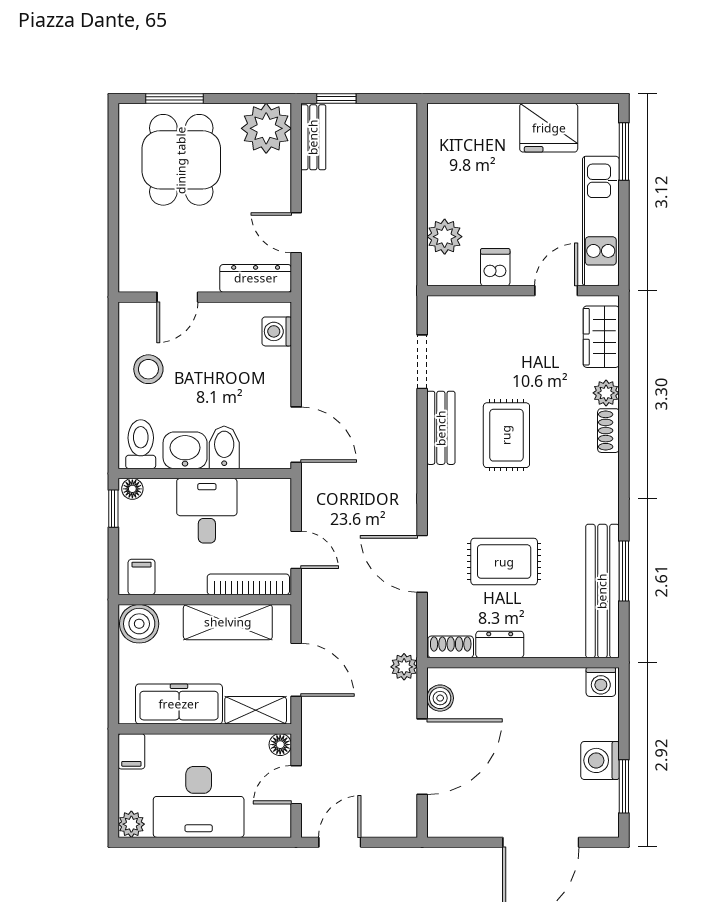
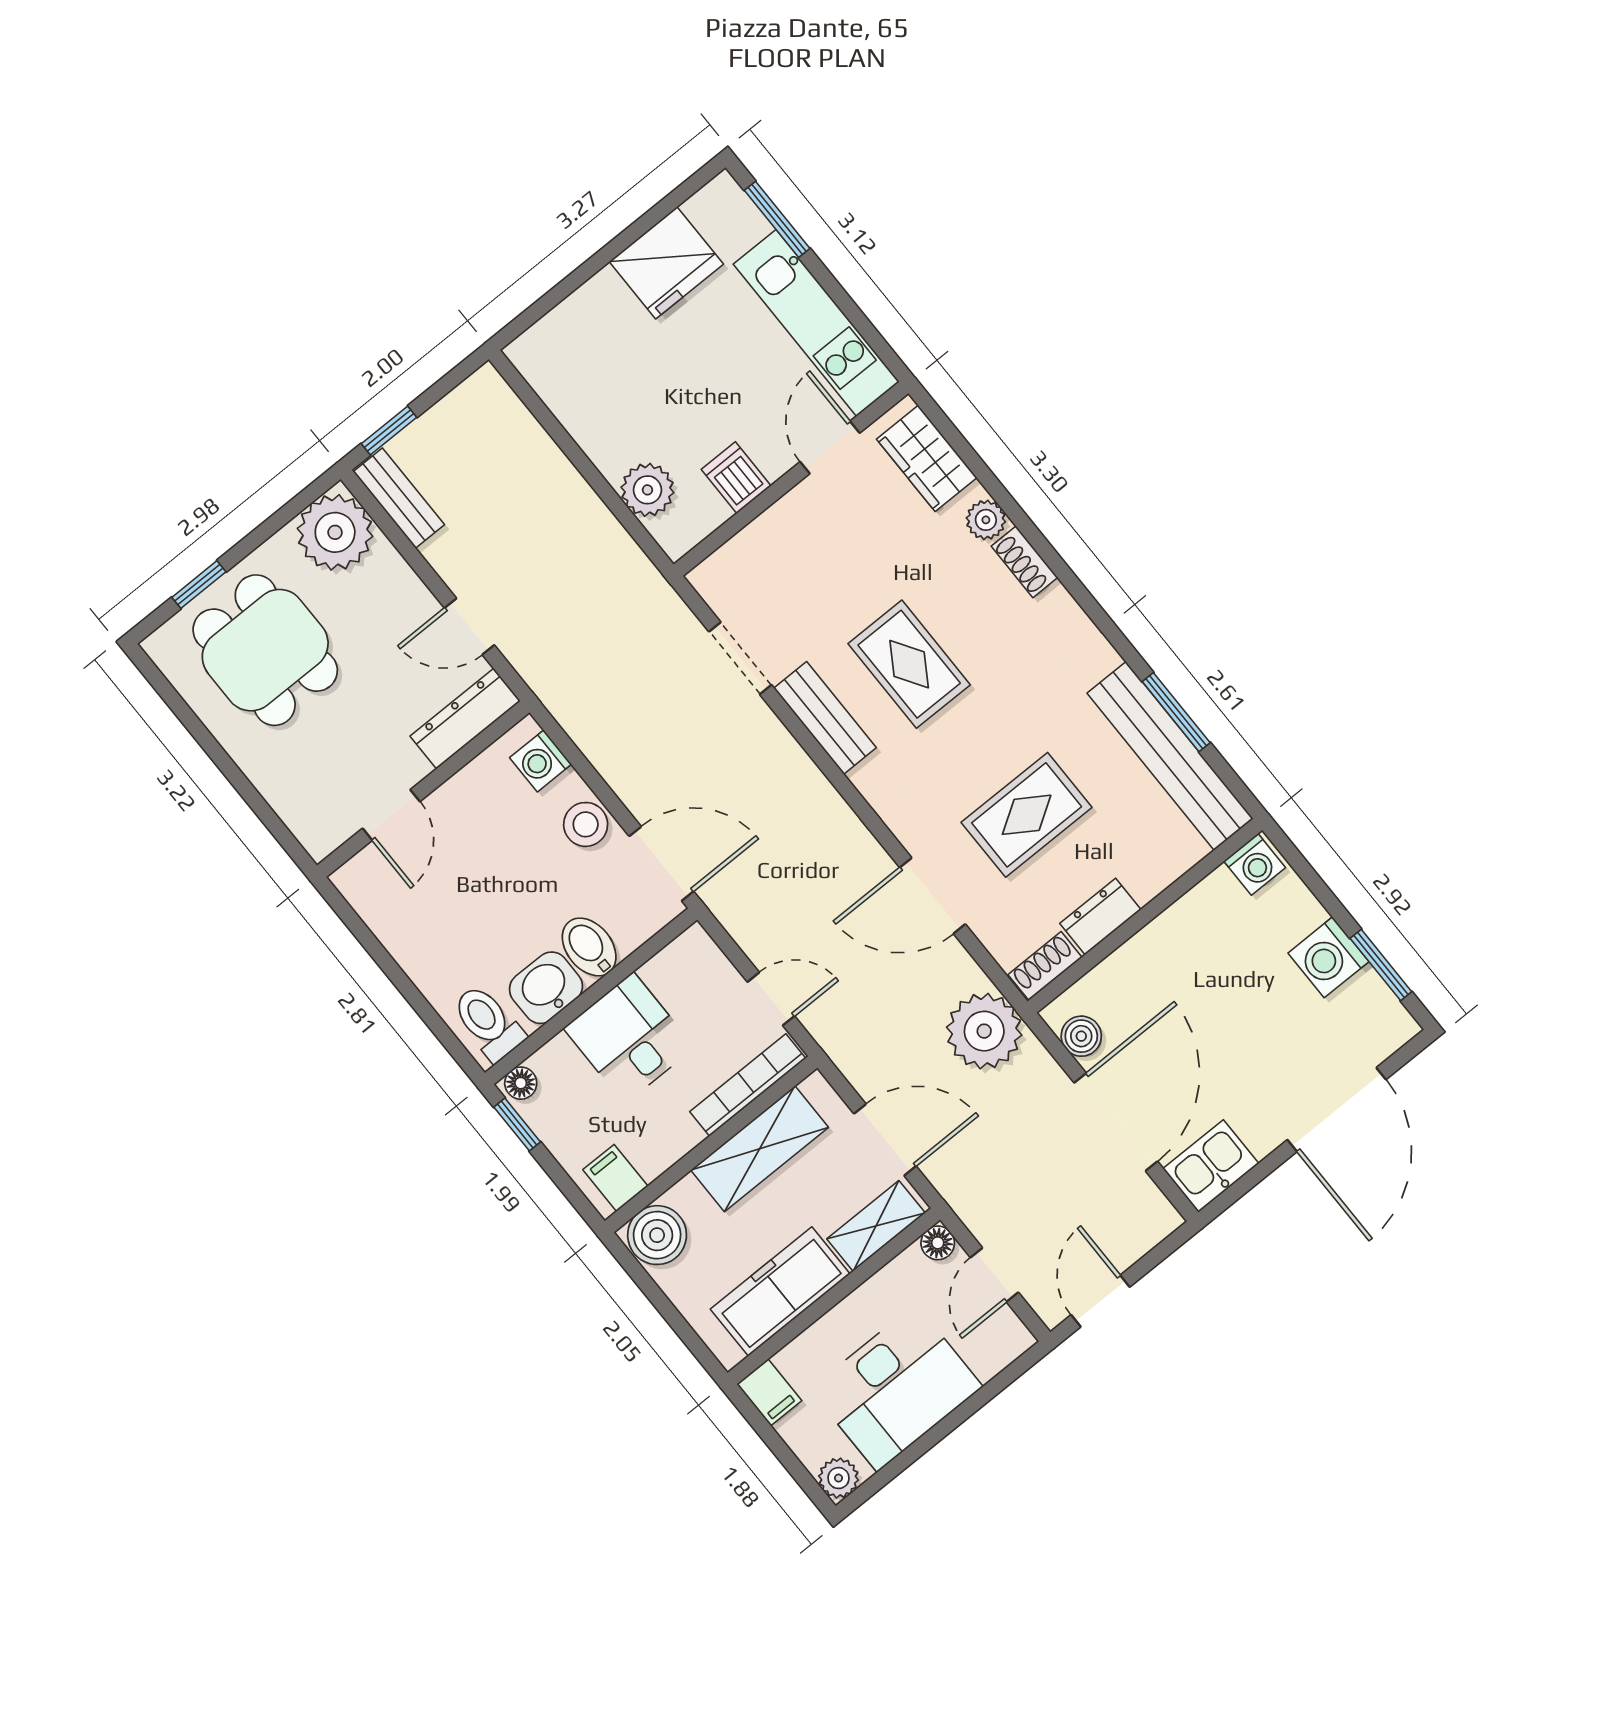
window: (174, 98) -> (199, 585), width x0.67
stool: (148, 369) -> (586, 824), moved
plant: (404, 667) -> (984, 1031), width x1.88, depth x1.88
kitchen sink: (453, 819) -> (1211, 1166), added

